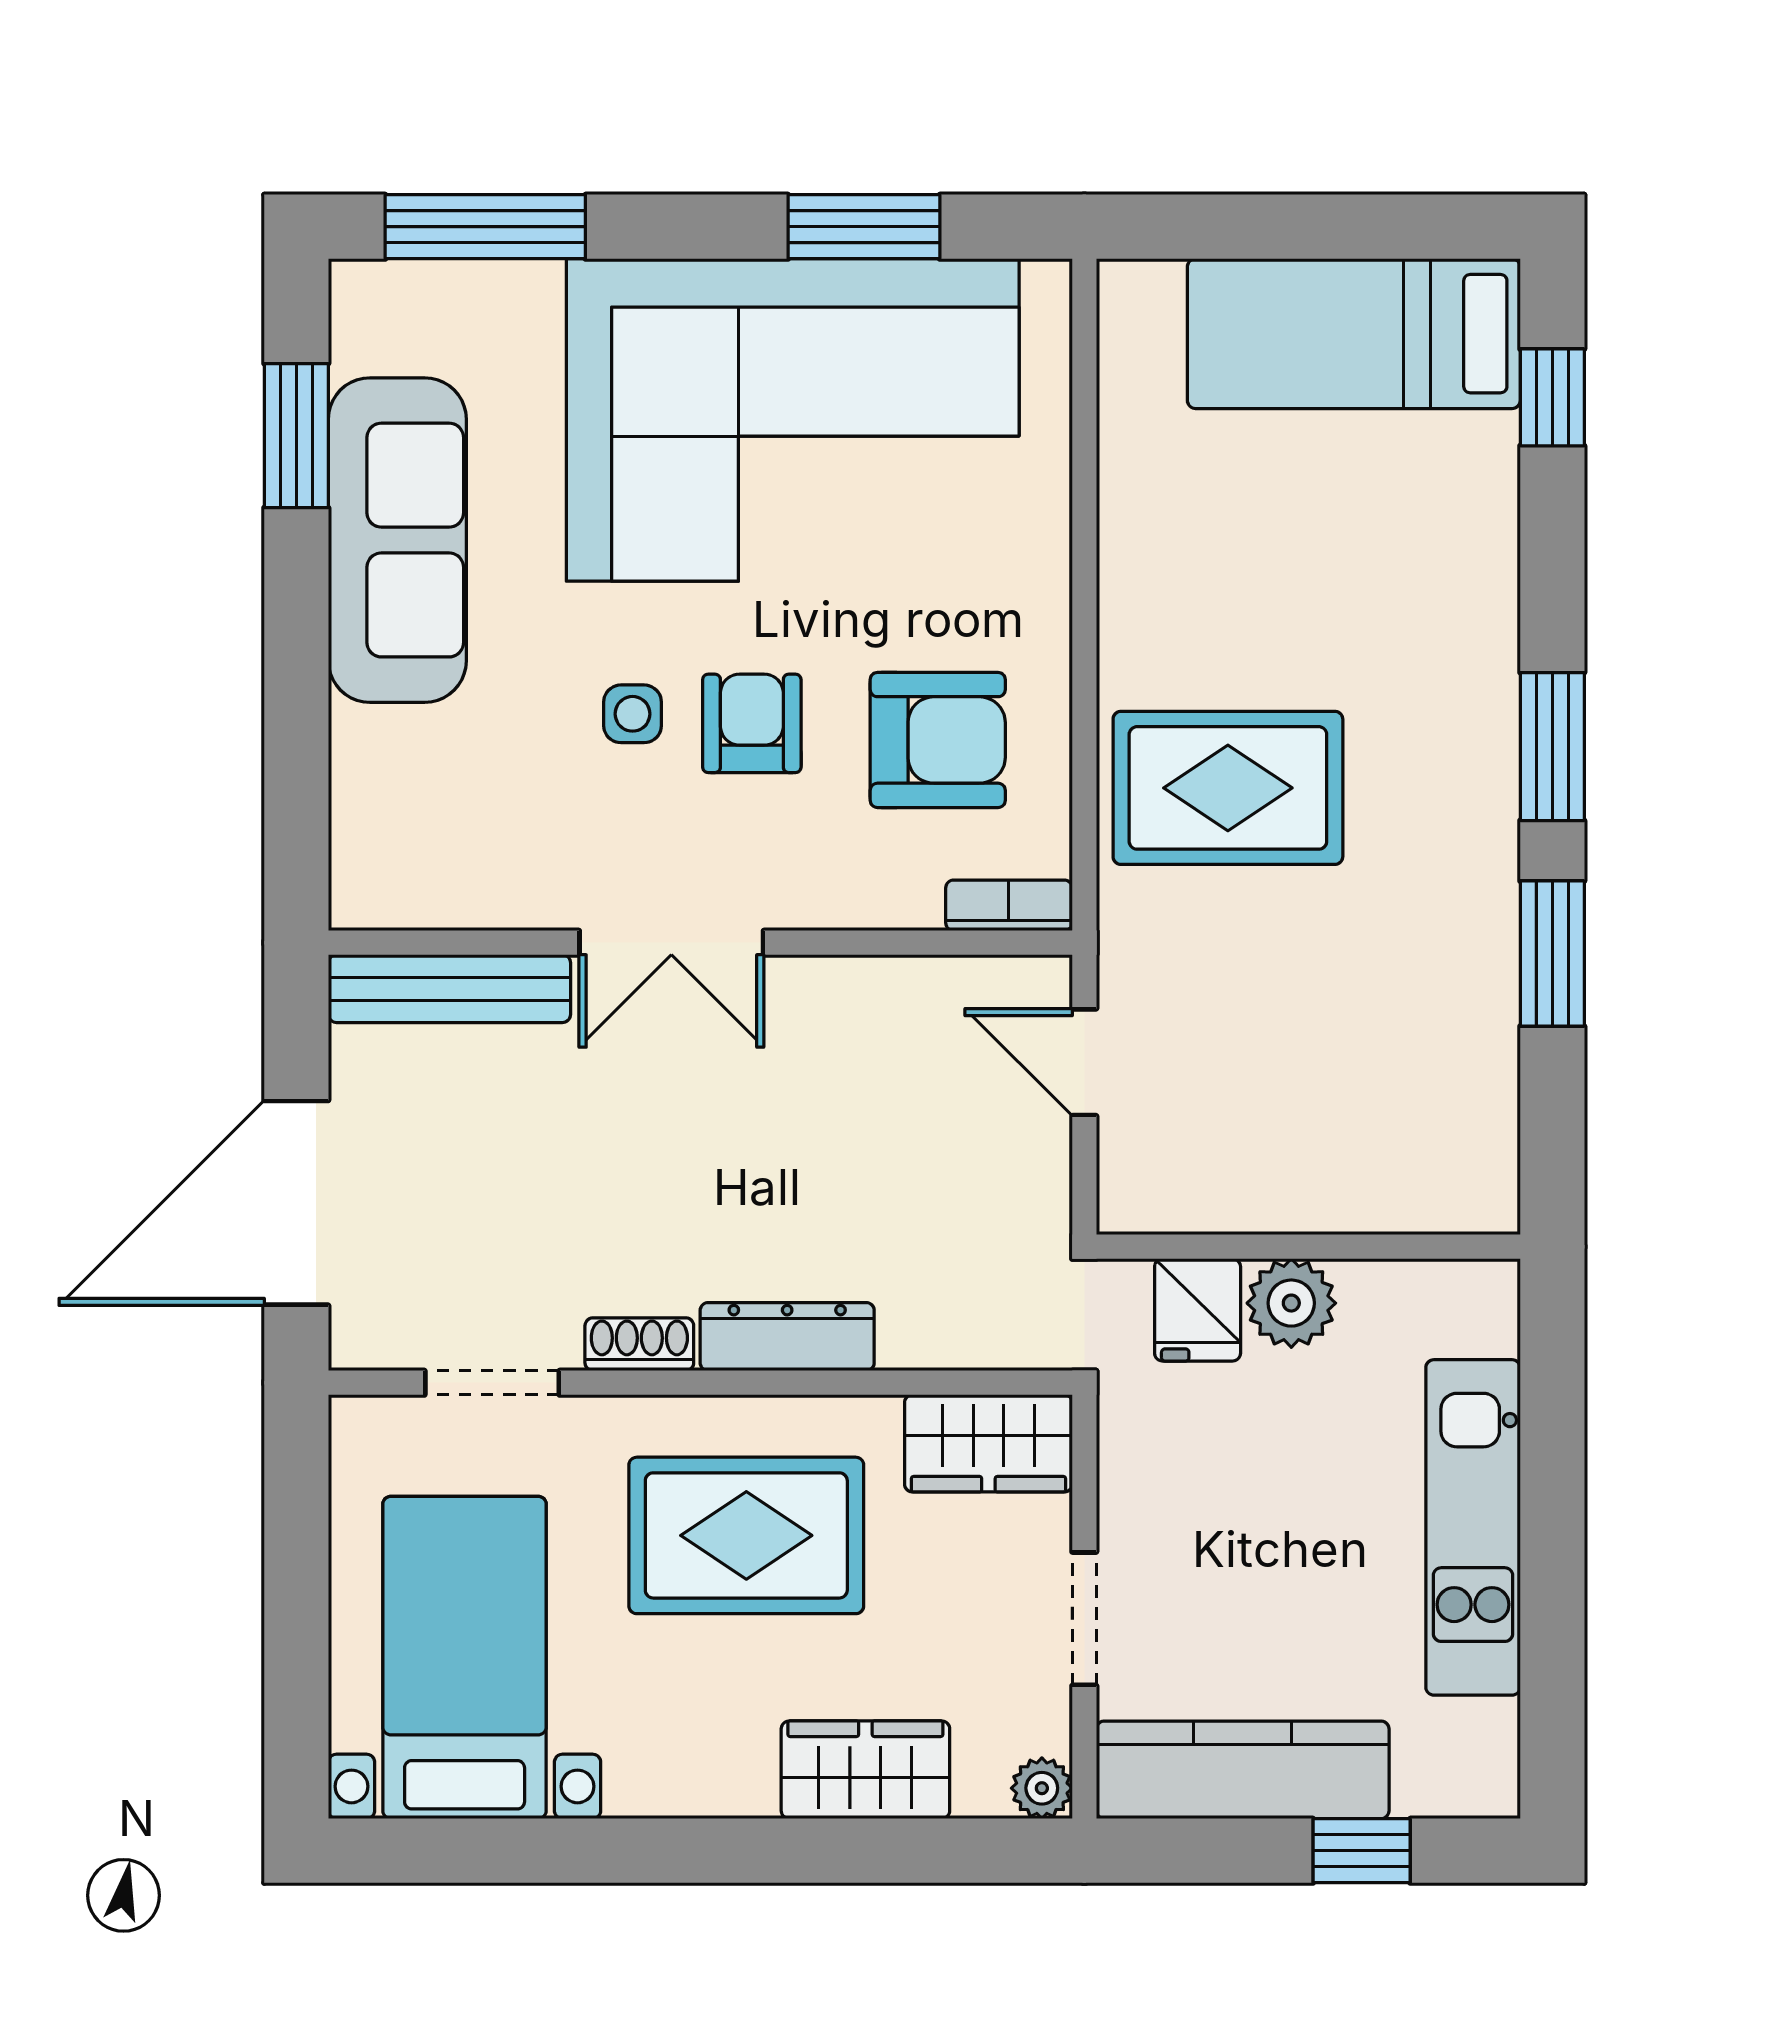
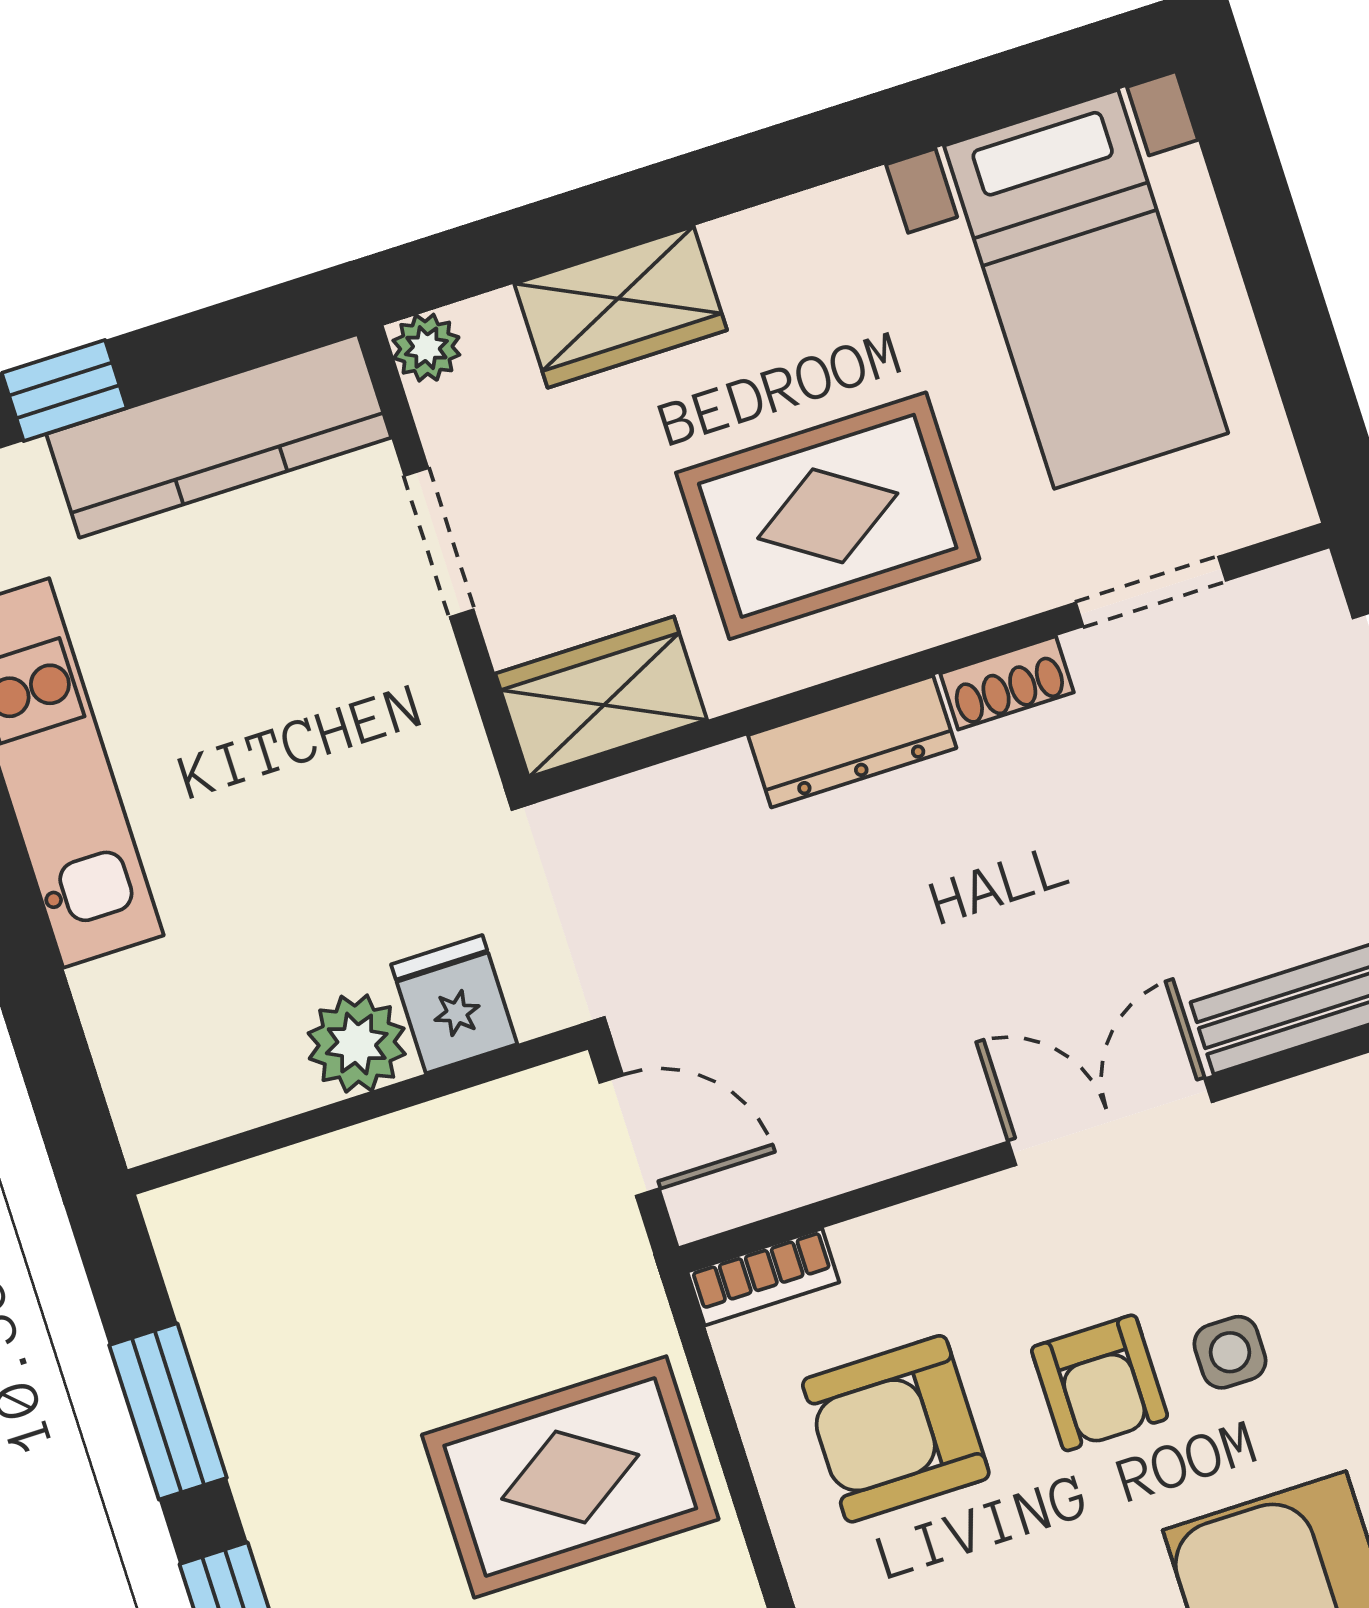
wall: (1308, 1247) -> (358, 1109), moved
plant: (1291, 1303) -> (357, 1044), moved
fridge: (1198, 1310) -> (454, 1004), moved

